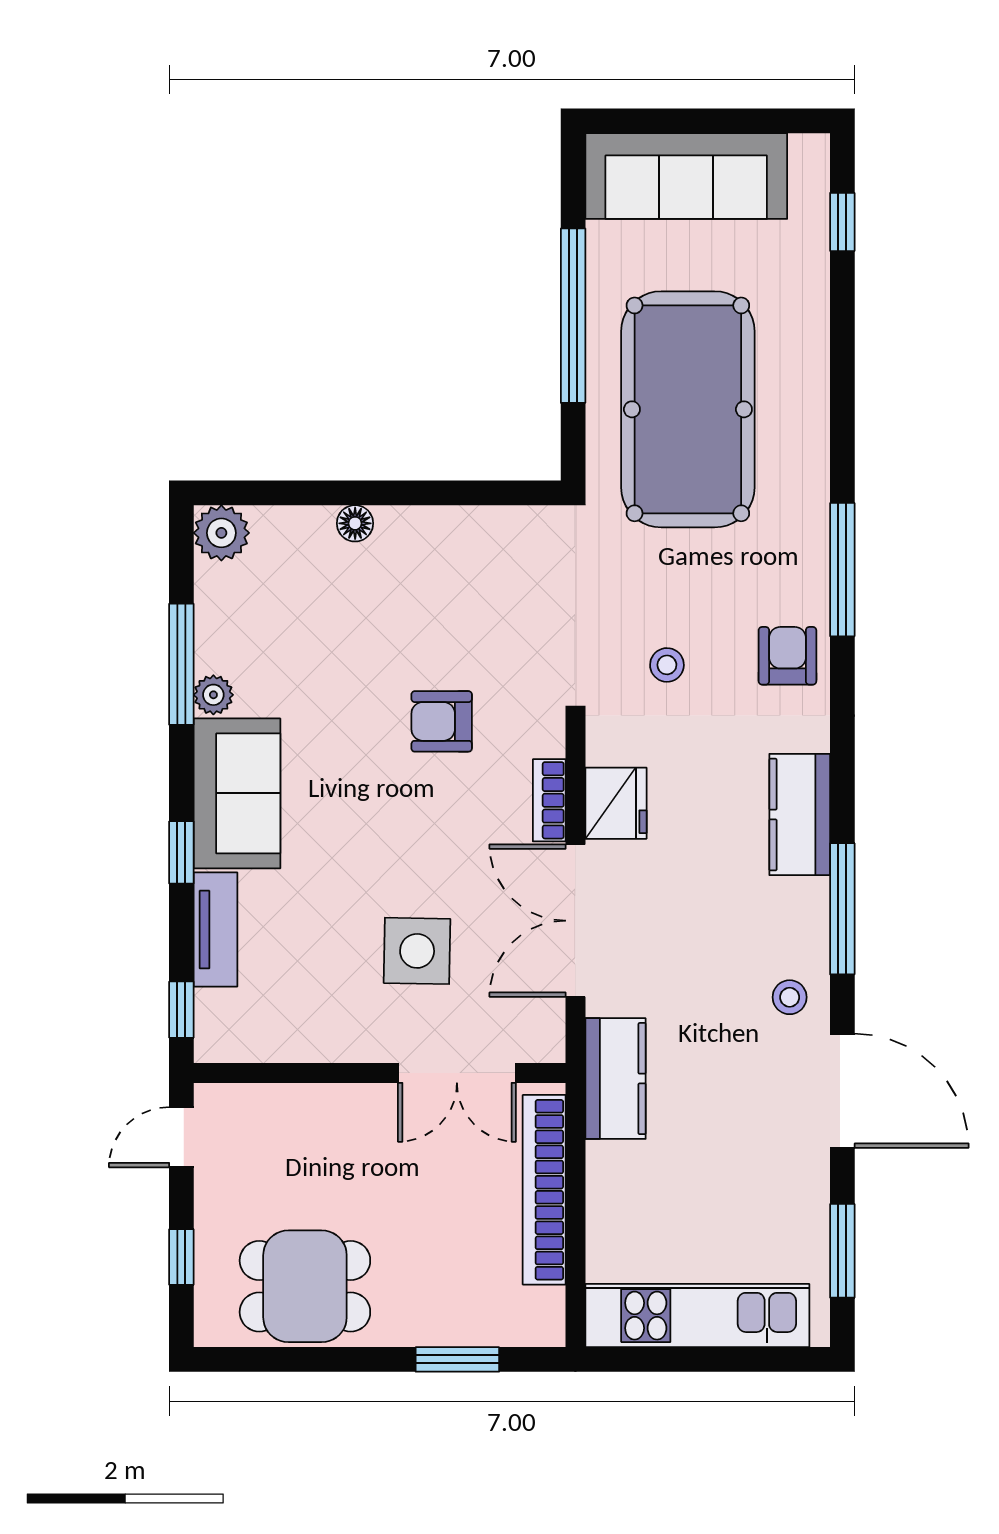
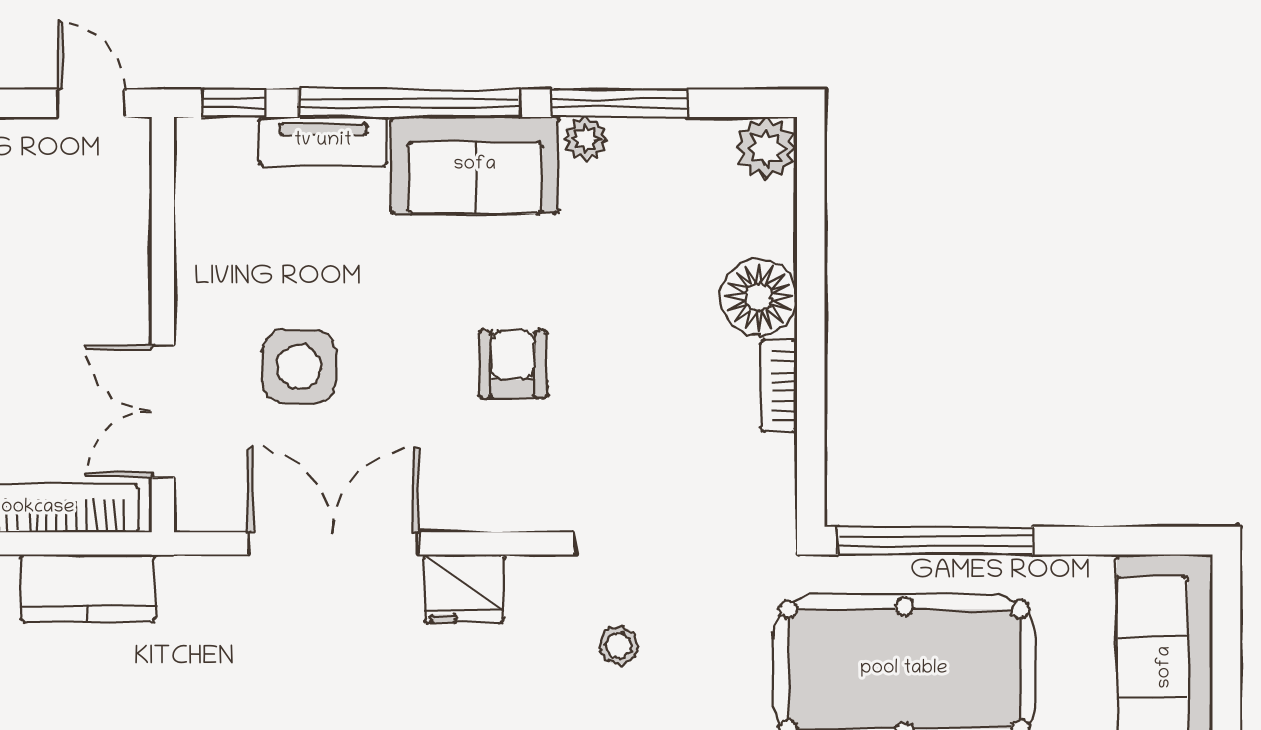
window: (573, 316) -> (935, 541), moved
floor lamp: (355, 523) -> (759, 297), width x1.89, depth x1.89
armchair: (442, 721) -> (513, 364), moved
bookcase: (549, 800) -> (779, 386), moved, turned -90
window: (181, 852) -> (409, 103), width x3.17
kitchen counter: (615, 1079) -> (88, 588), moved

